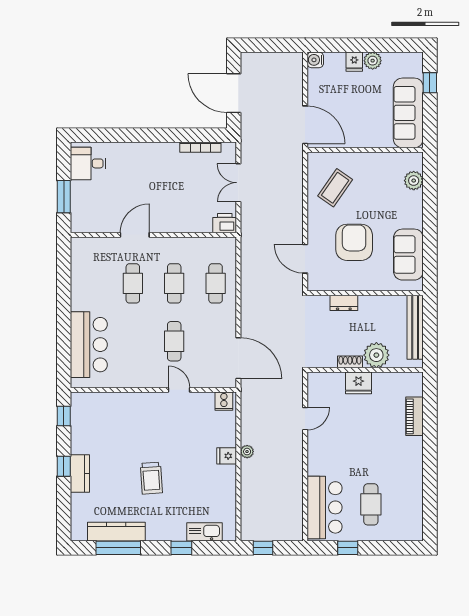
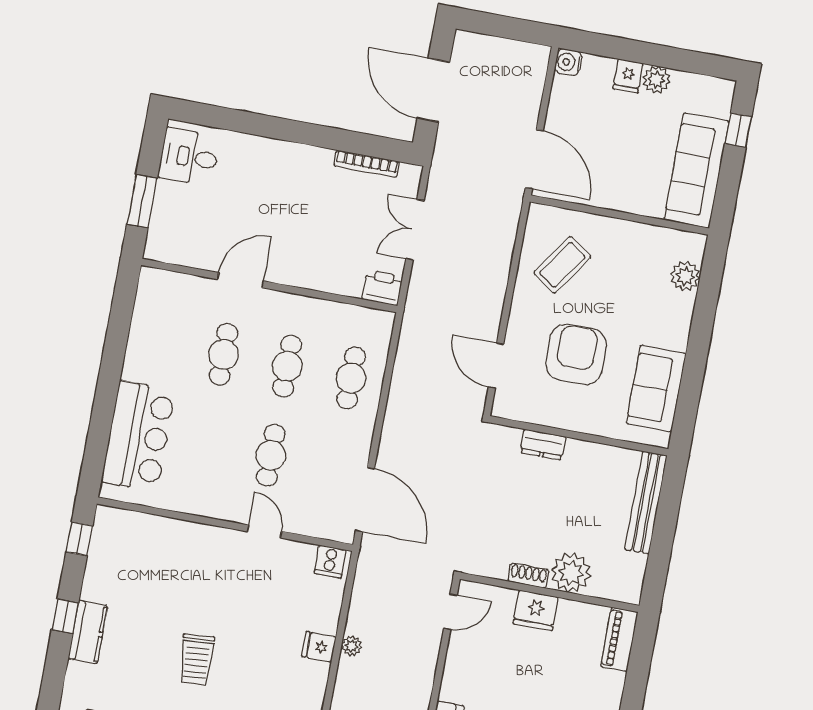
plant: (376, 355) -> (571, 573), moved
shoe rack: (350, 362) -> (528, 576), moved
wall: (365, 370) -> (550, 592), moved
fridge: (359, 383) -> (536, 610), moved

